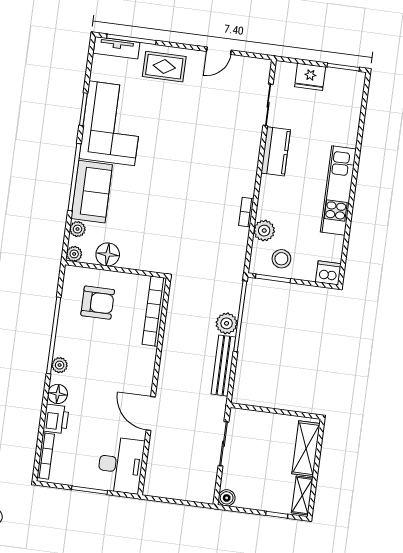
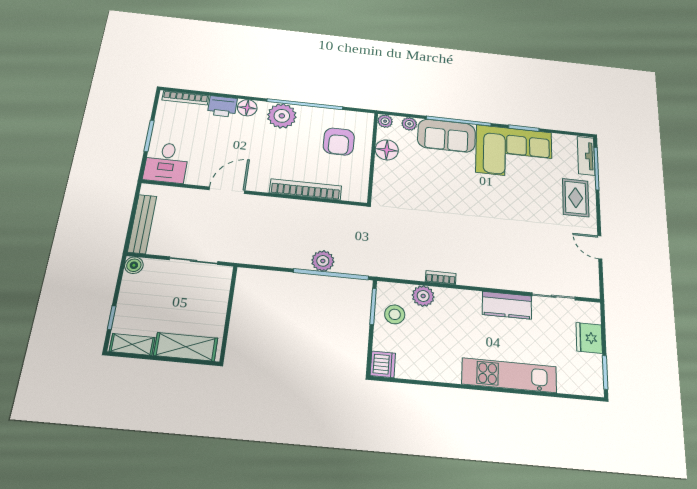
kitchen unit: (338, 191) -> (509, 375), moved
bookcase: (154, 311) -> (306, 189), moved
plant: (60, 365) -> (282, 116), width x1.88, depth x1.88
bench: (223, 366) -> (142, 224), moved, turned 90
desk: (121, 465) -> (166, 163), width x0.73

